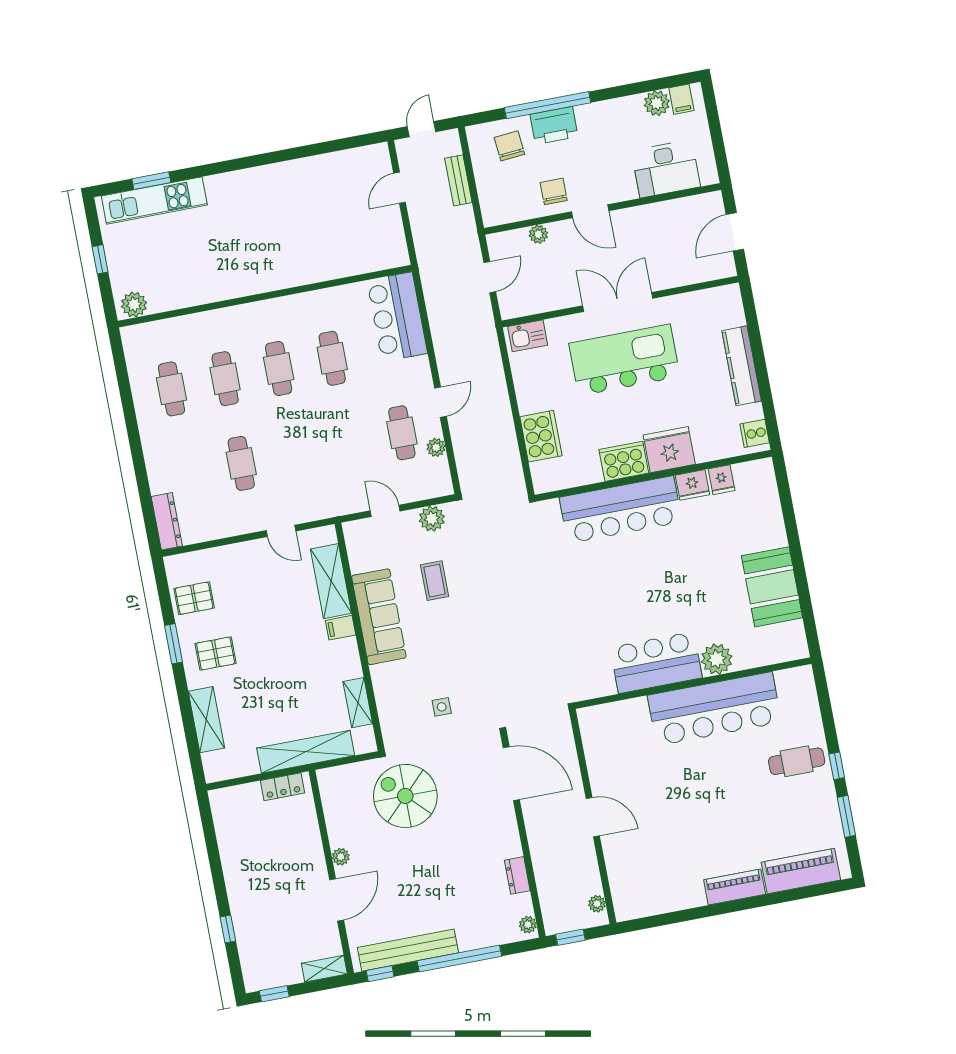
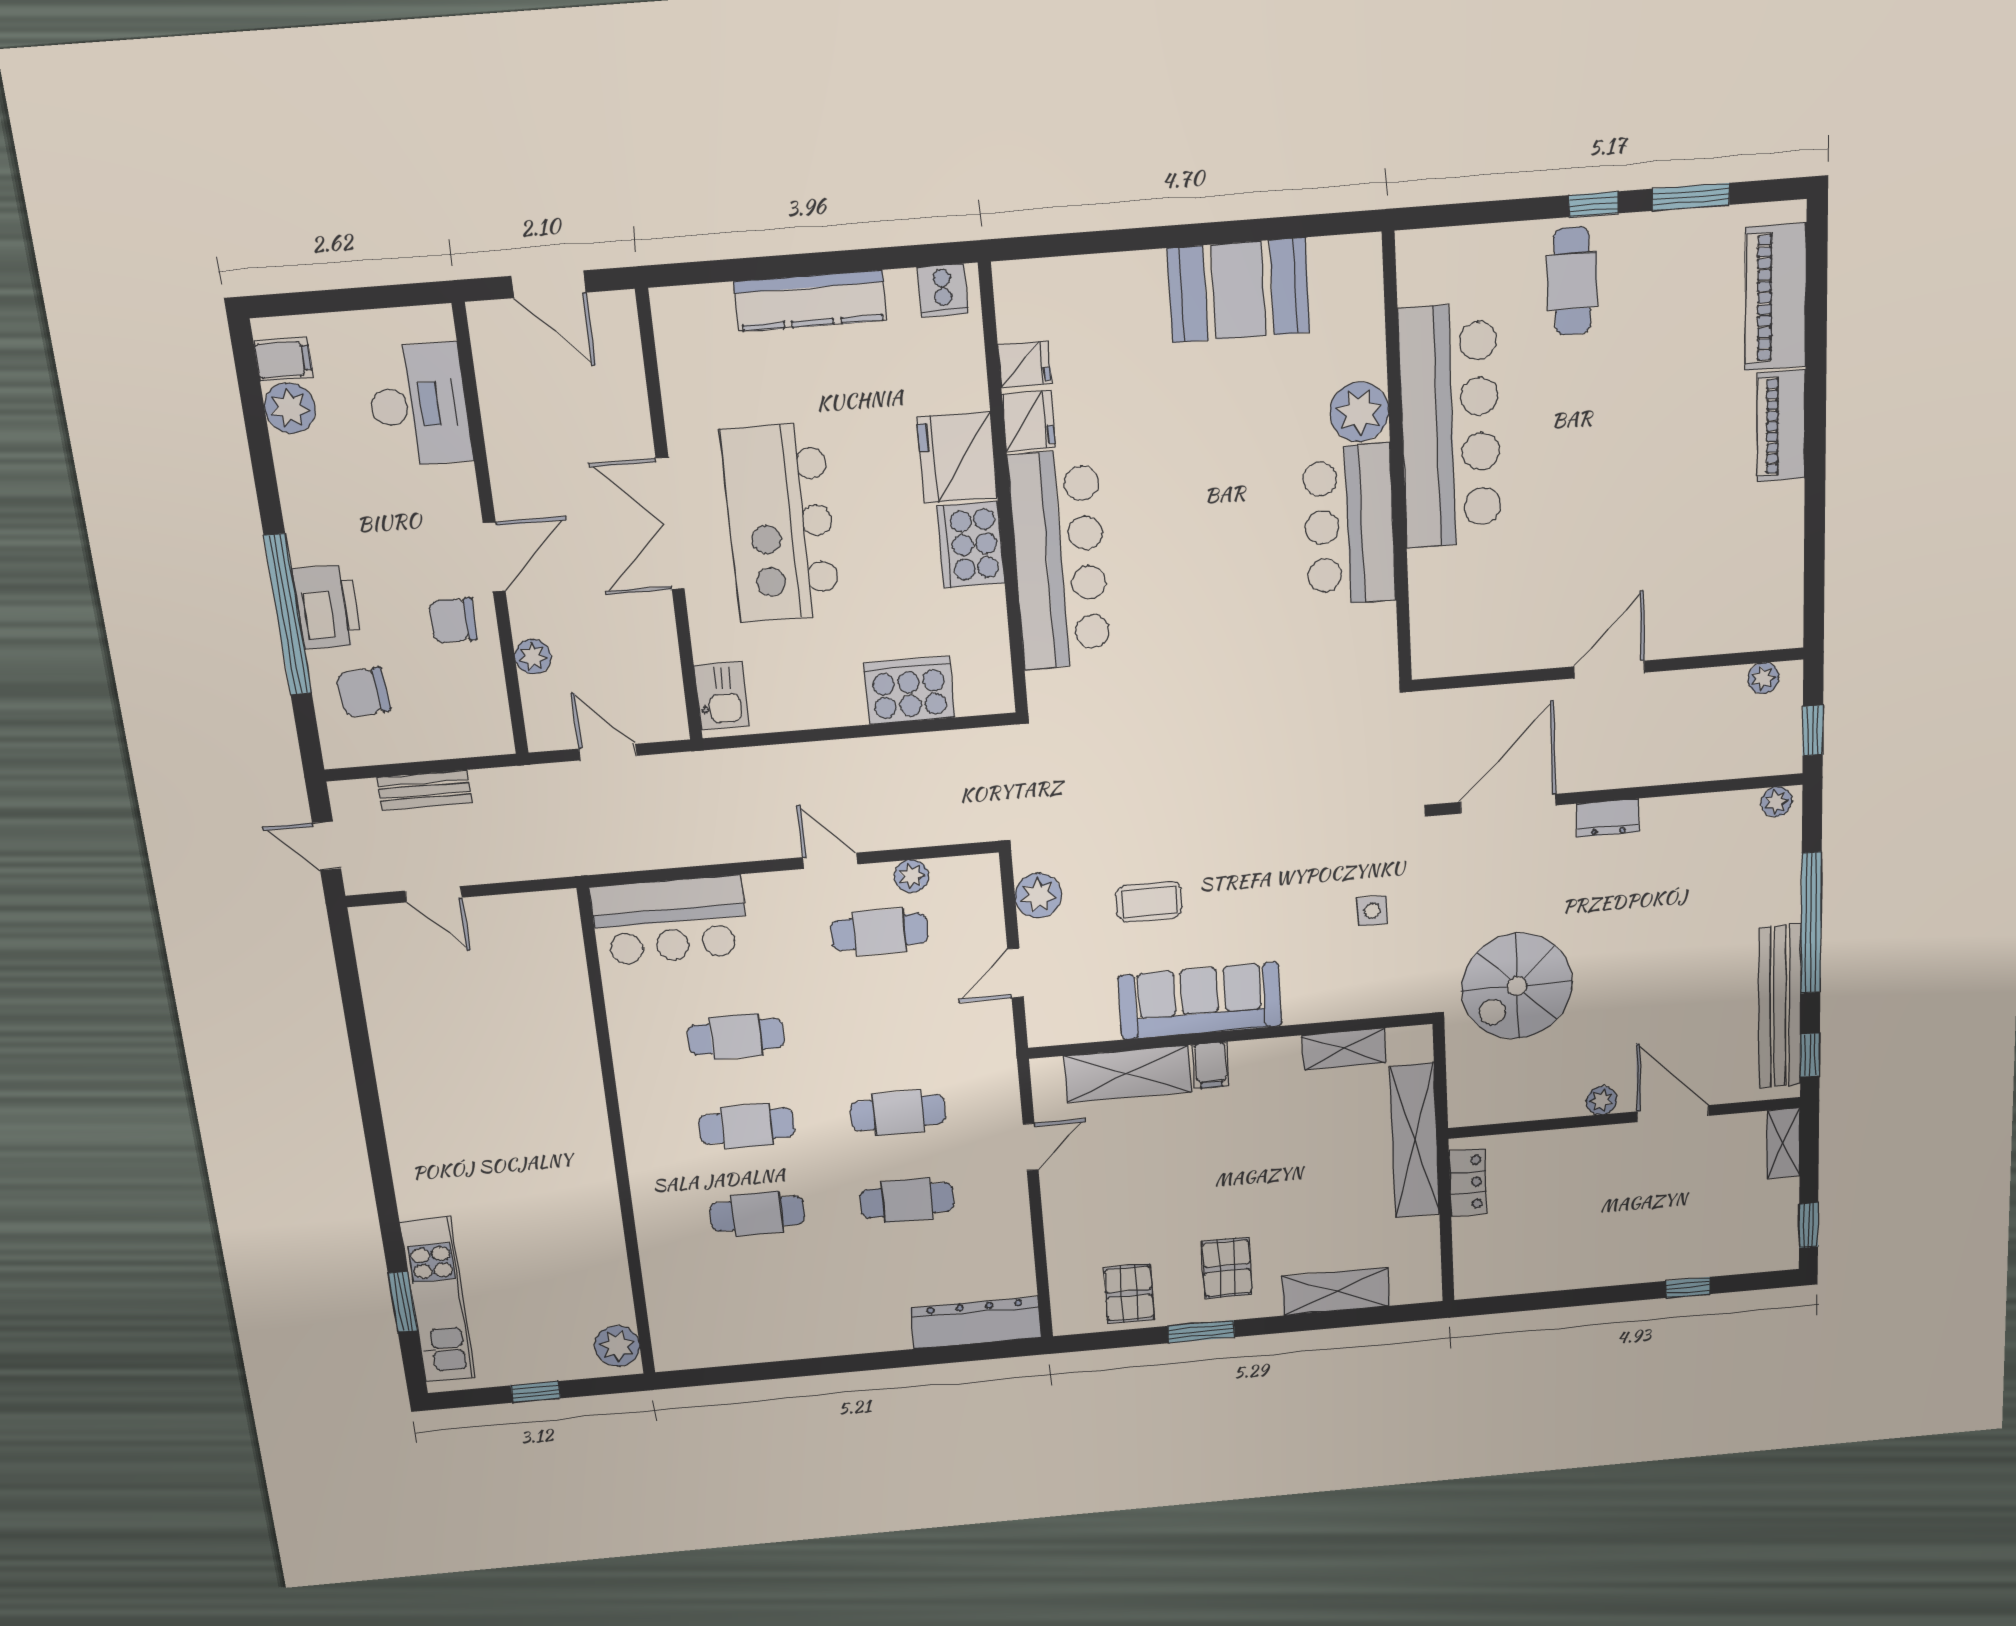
cafe table: (171, 389) -> (898, 1113), moved
dresser: (167, 521) -> (976, 1323), width x1.37, depth x1.24
dresser: (517, 875) -> (1608, 818), moved

